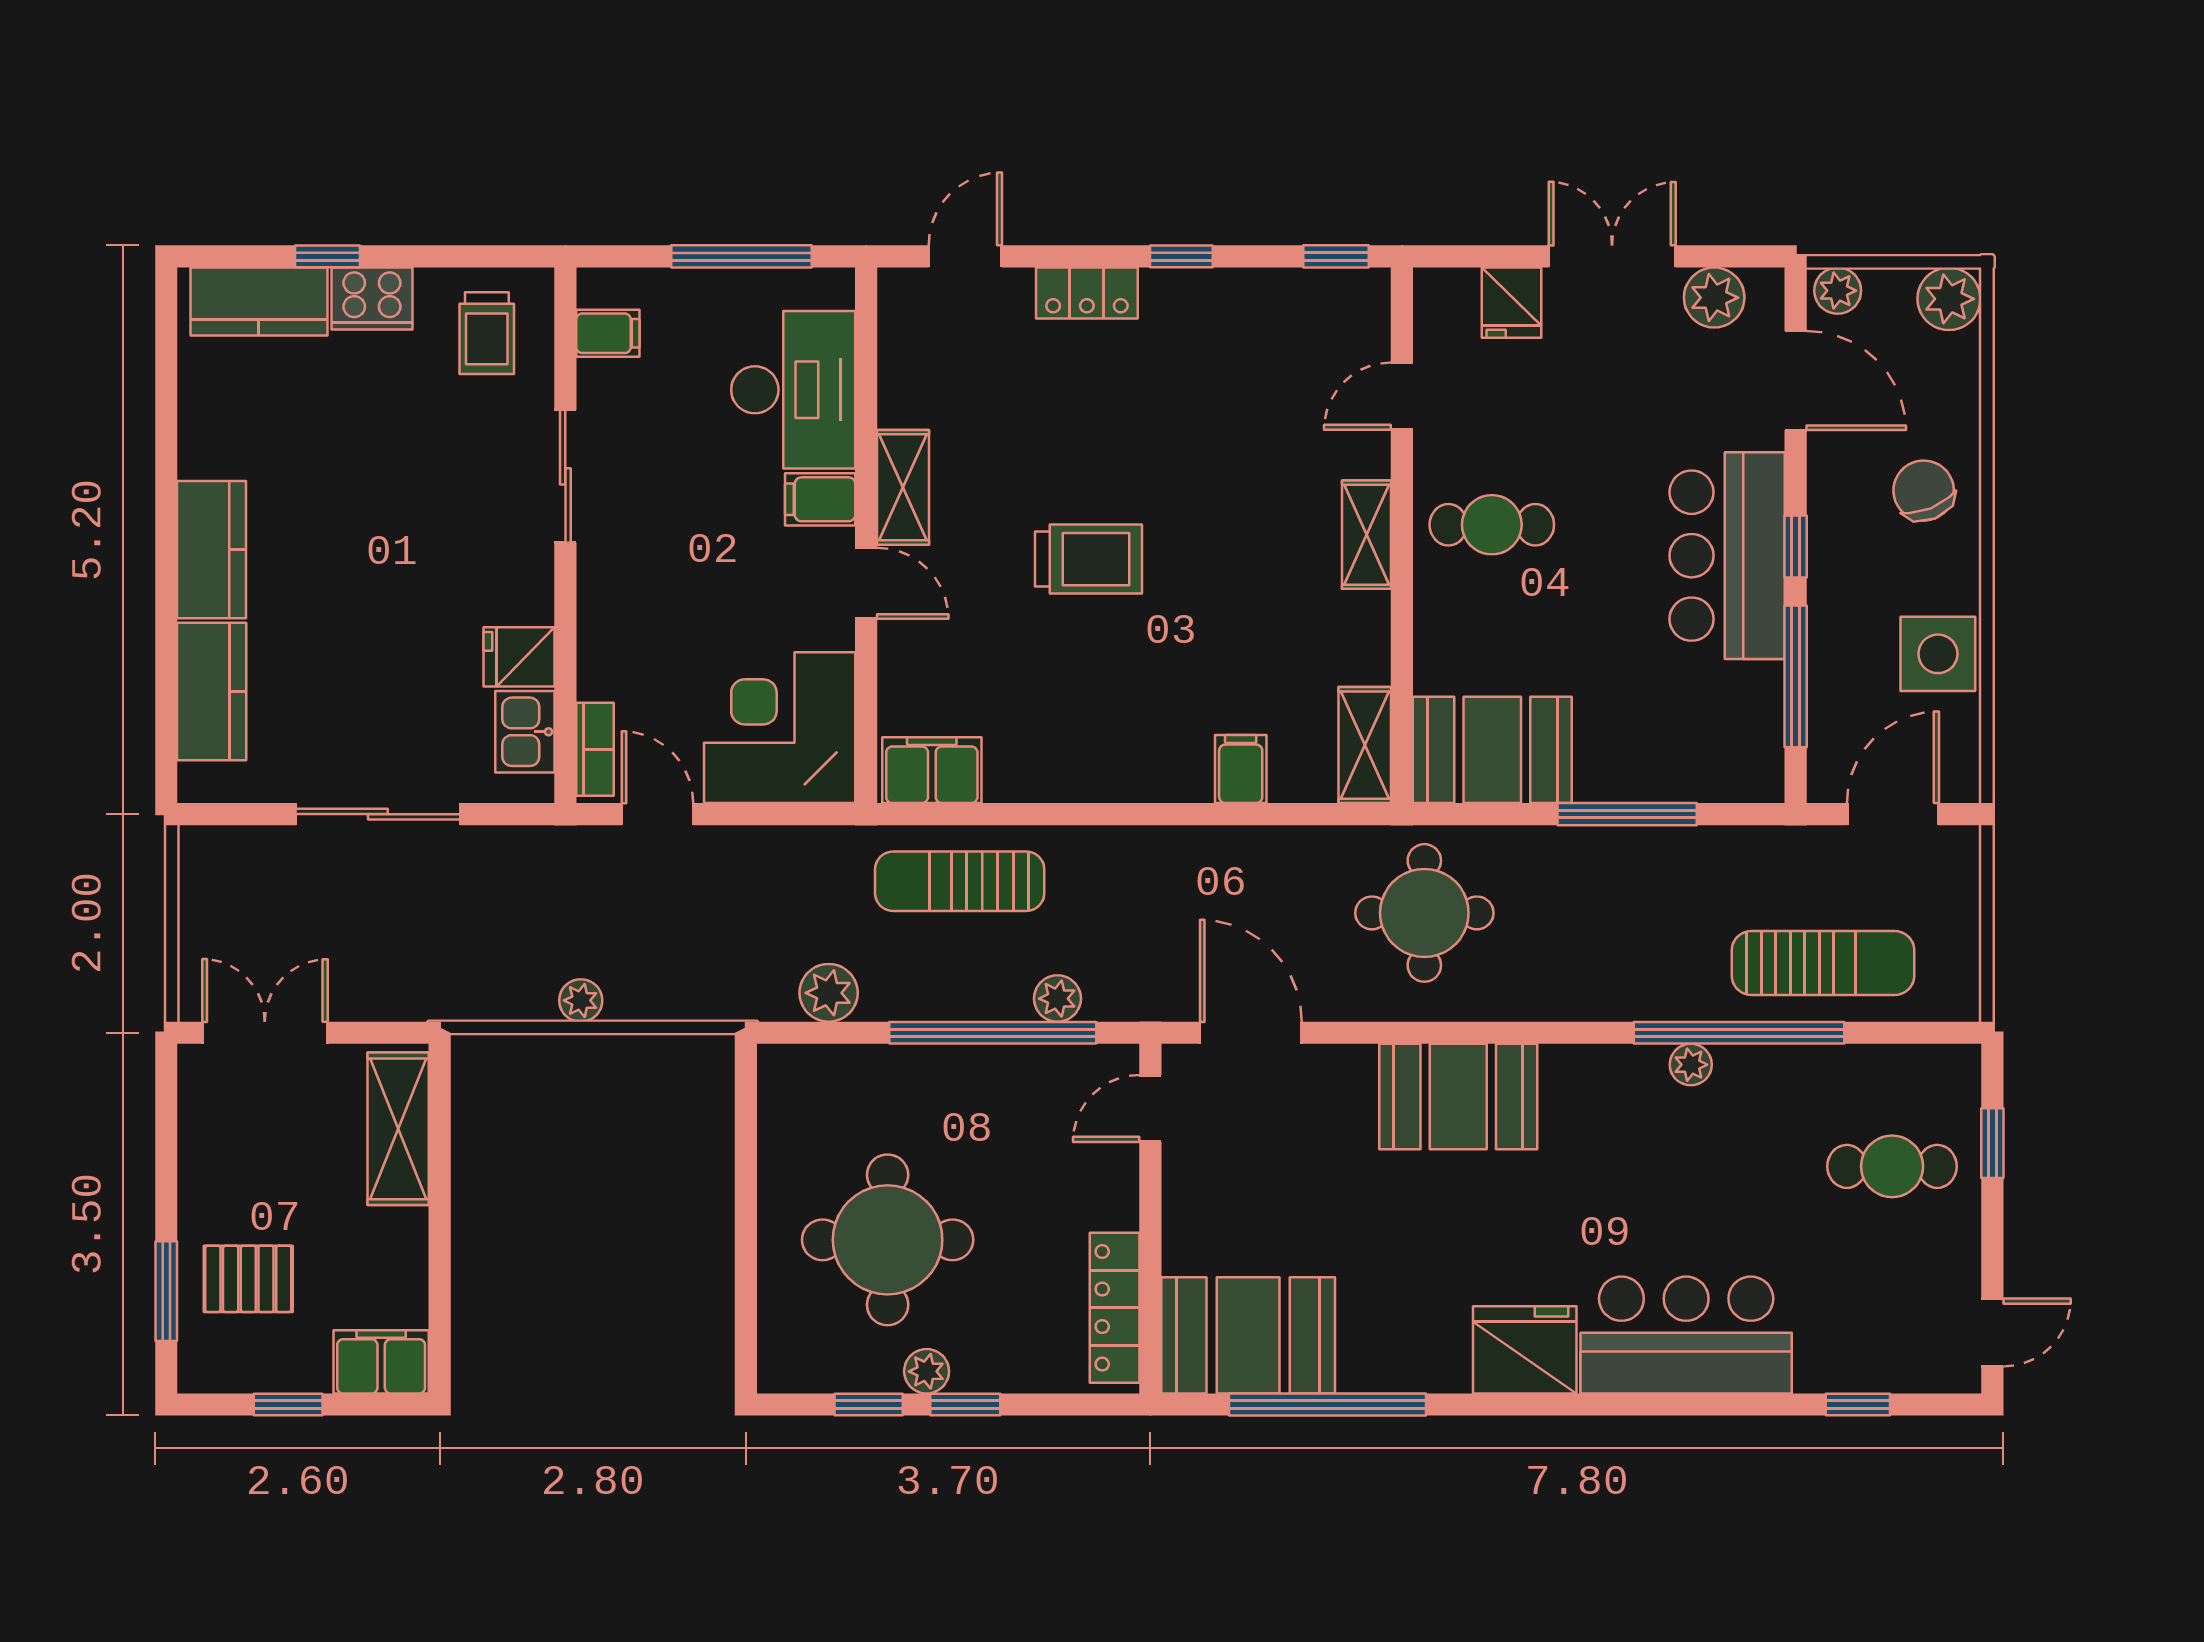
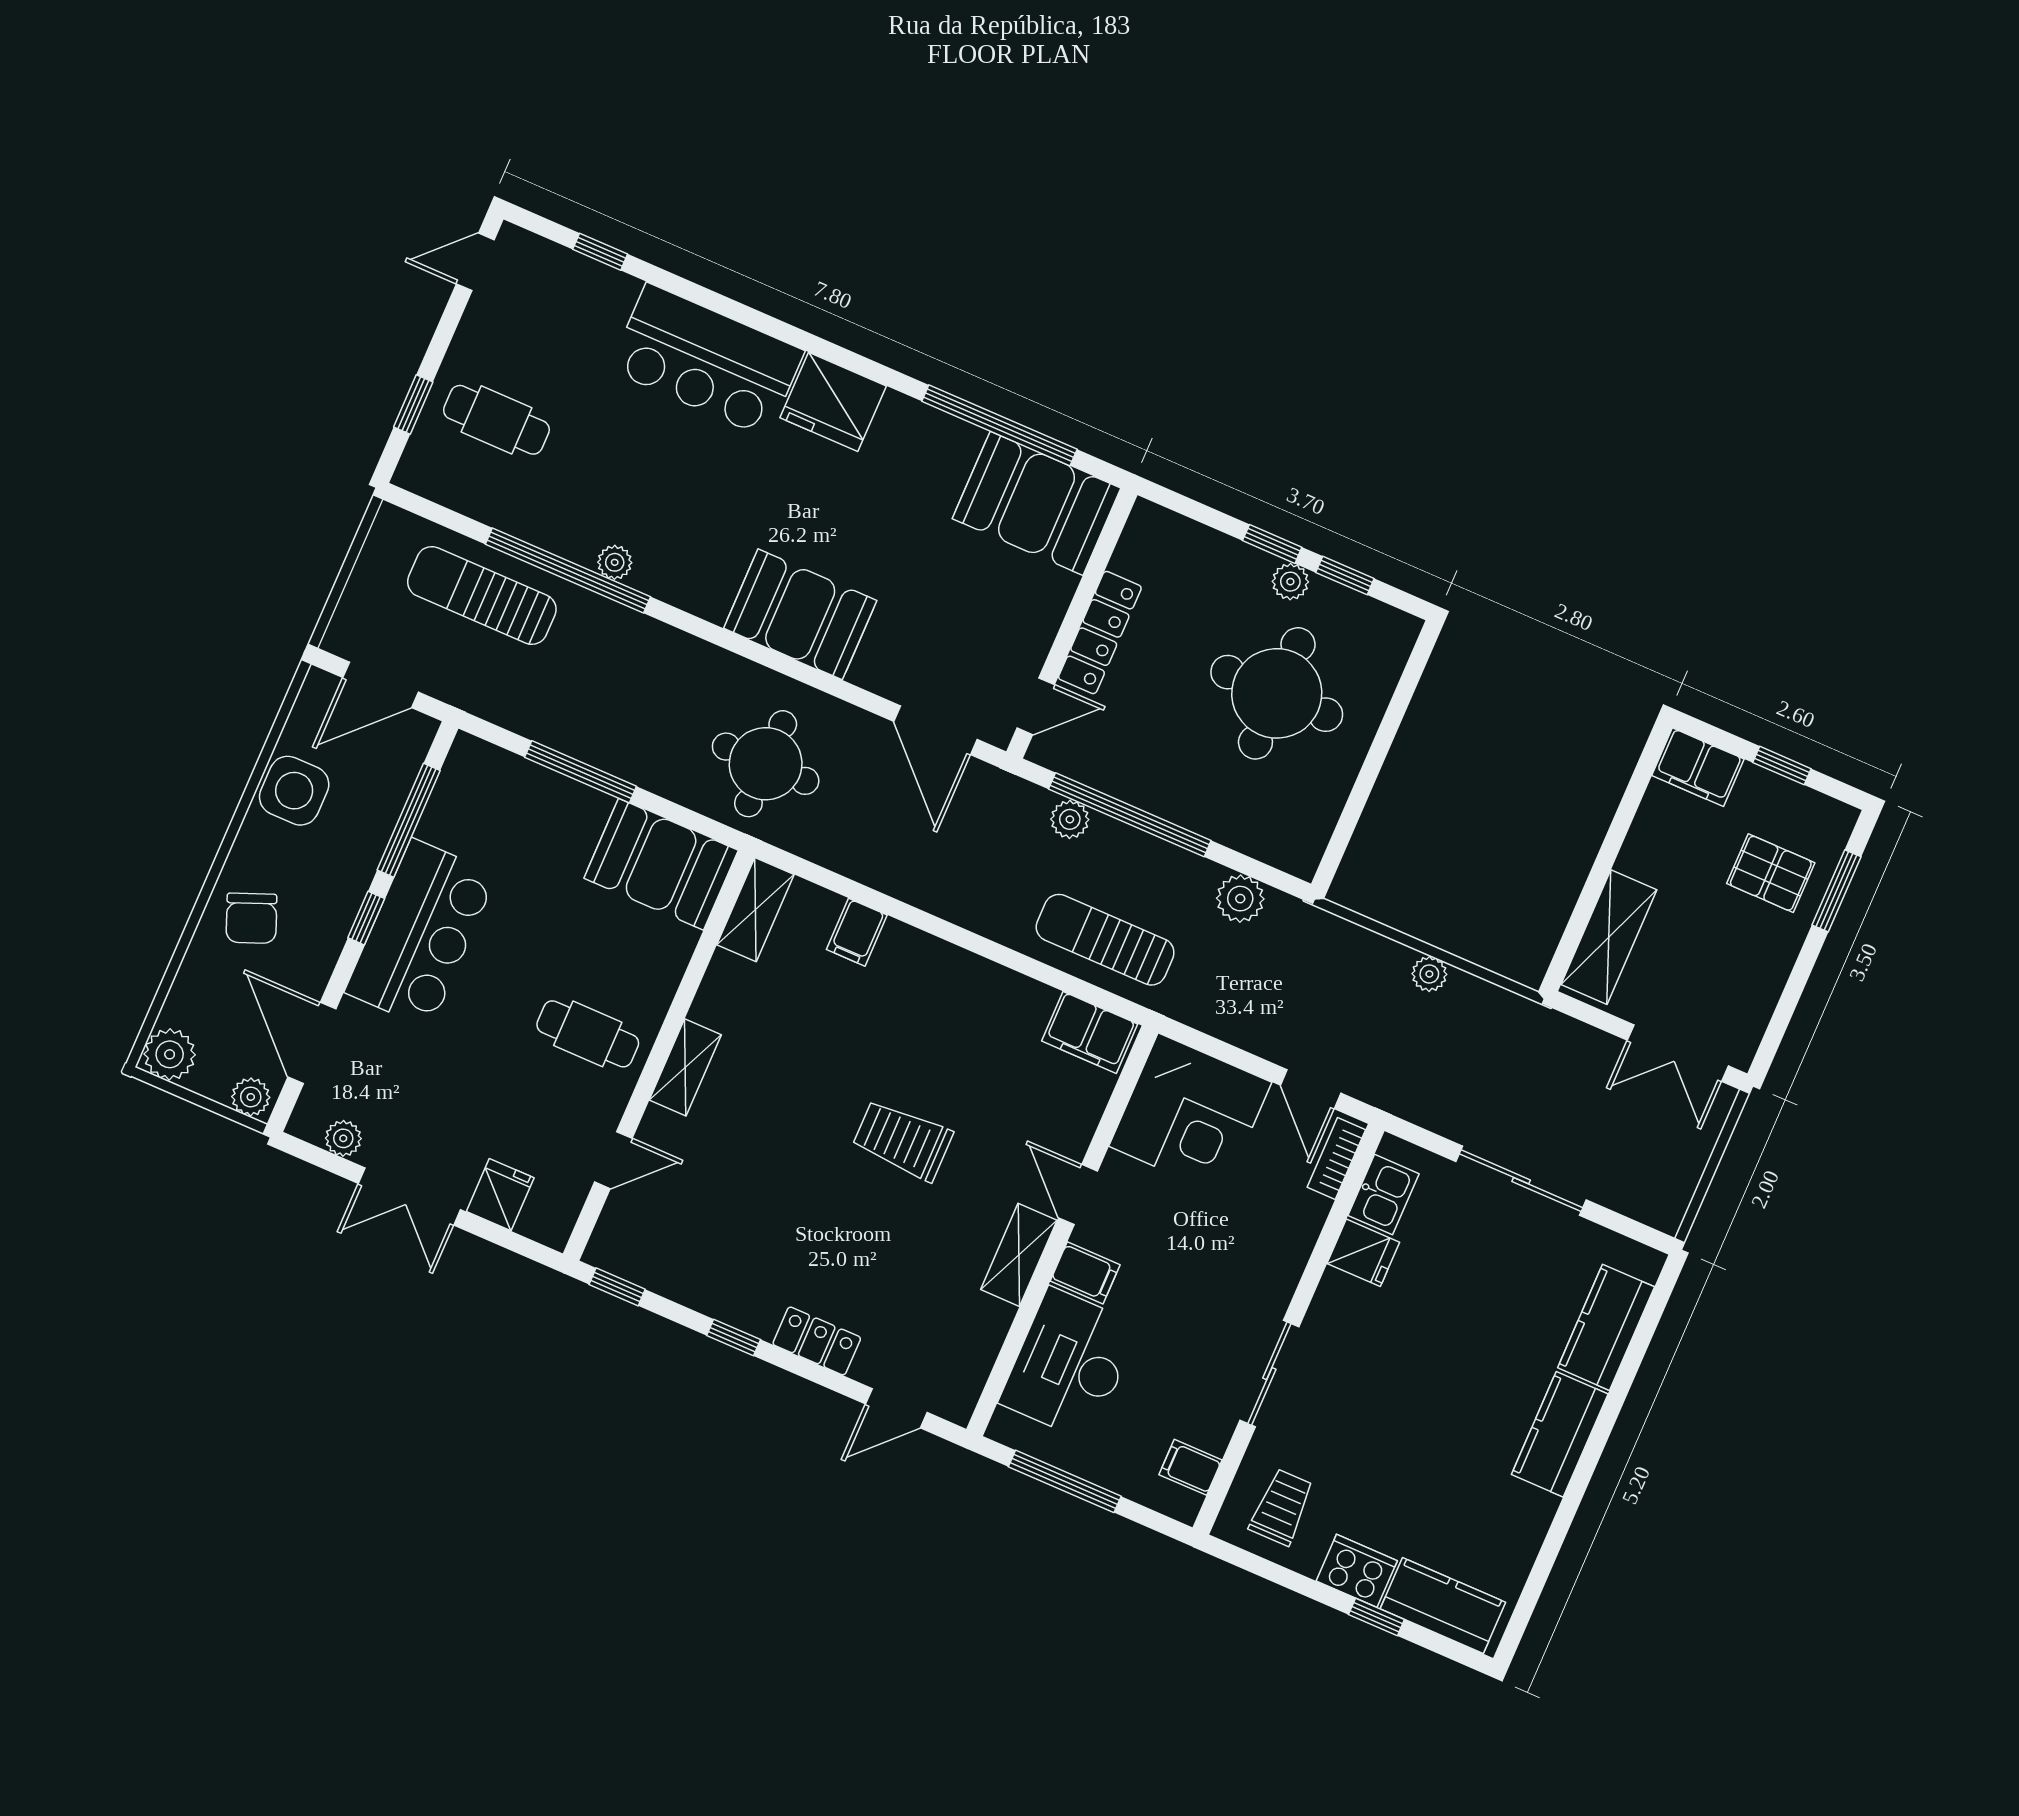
plant: (1714, 298) -> (343, 1138), width x0.73, depth x0.73
sun lounger: (960, 881) -> (1105, 940), turned 180
locker: (1115, 1308) -> (1100, 633), moved

